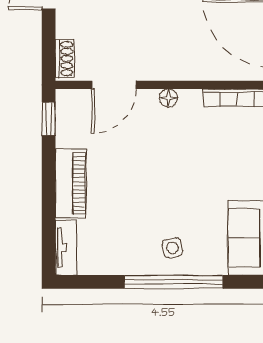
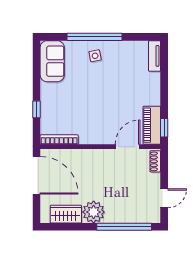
floor lamp: (168, 98) -> (97, 139), removed
piano: (71, 183) -> (152, 125), moved

